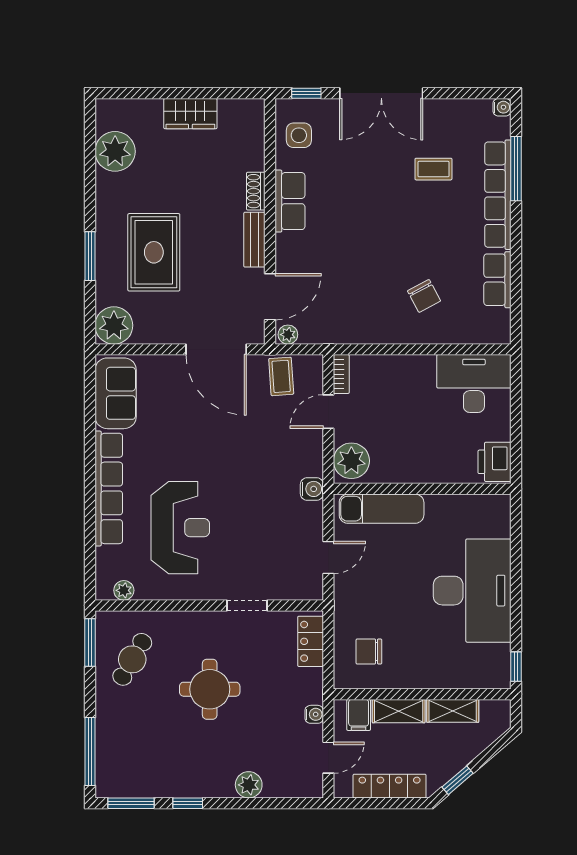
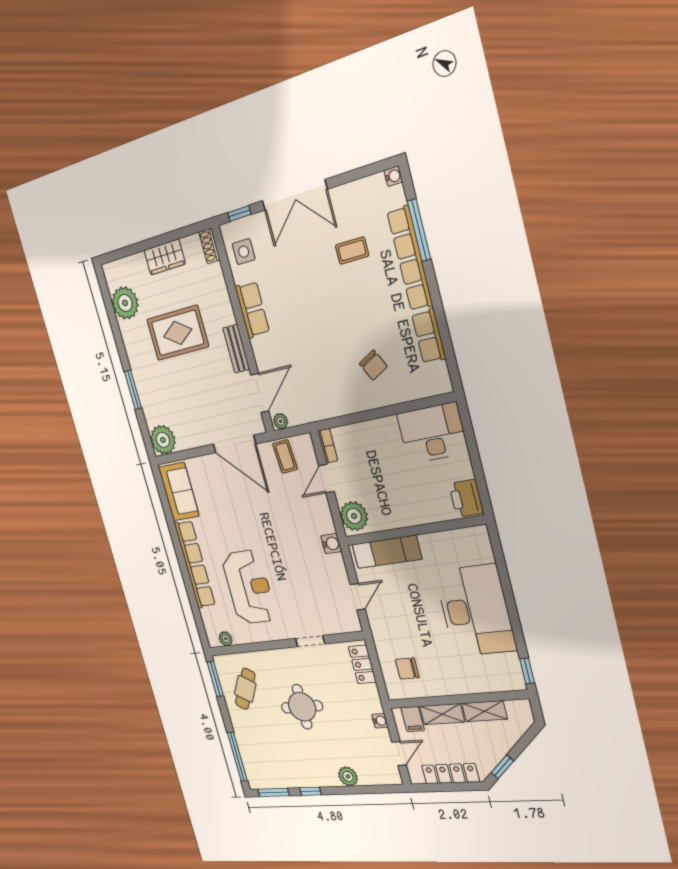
shoe rack: (256, 191) -> (209, 246), moved
rug: (154, 252) -> (178, 333), moved, turned 90

